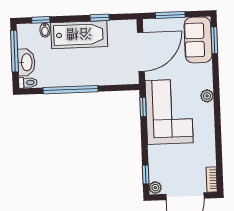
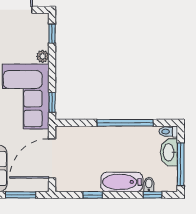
bathtub: (79, 35) -> (122, 182), width x0.73, depth x0.73
plant: (155, 188) -> (43, 56), moved

